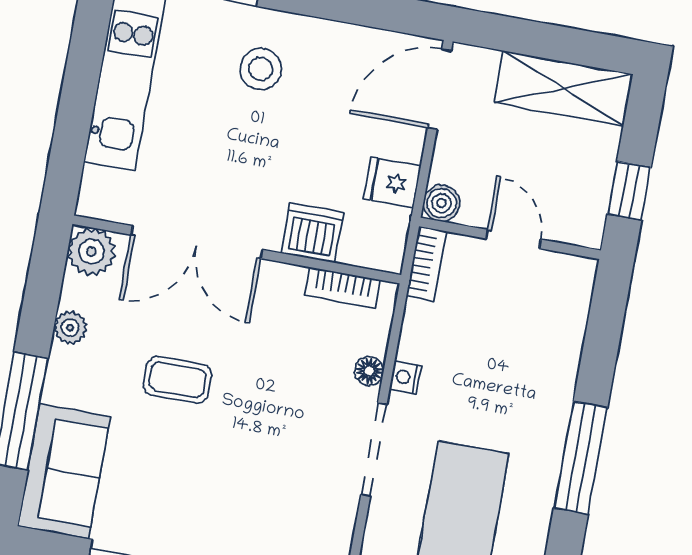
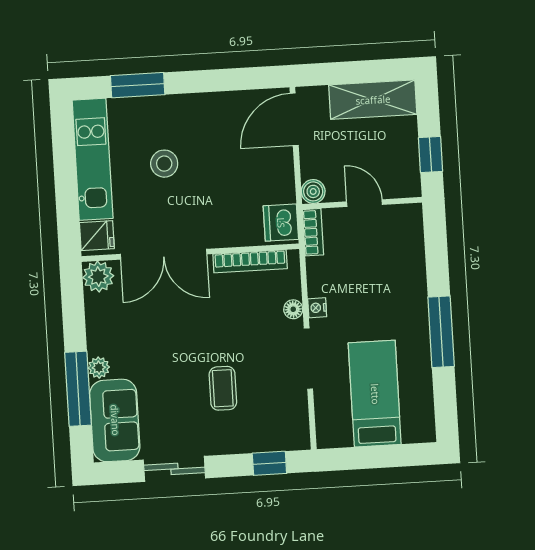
stool: (261, 69) -> (164, 164), moved
fridge: (392, 183) -> (97, 236), moved, turned 180
dishwasher: (312, 233) -> (281, 223), moved, turned -90
bookcase: (342, 288) -> (250, 261), width x1.56
plant: (70, 328) -> (99, 368), moved
coffee table: (177, 380) -> (223, 388), moved, turned 90

